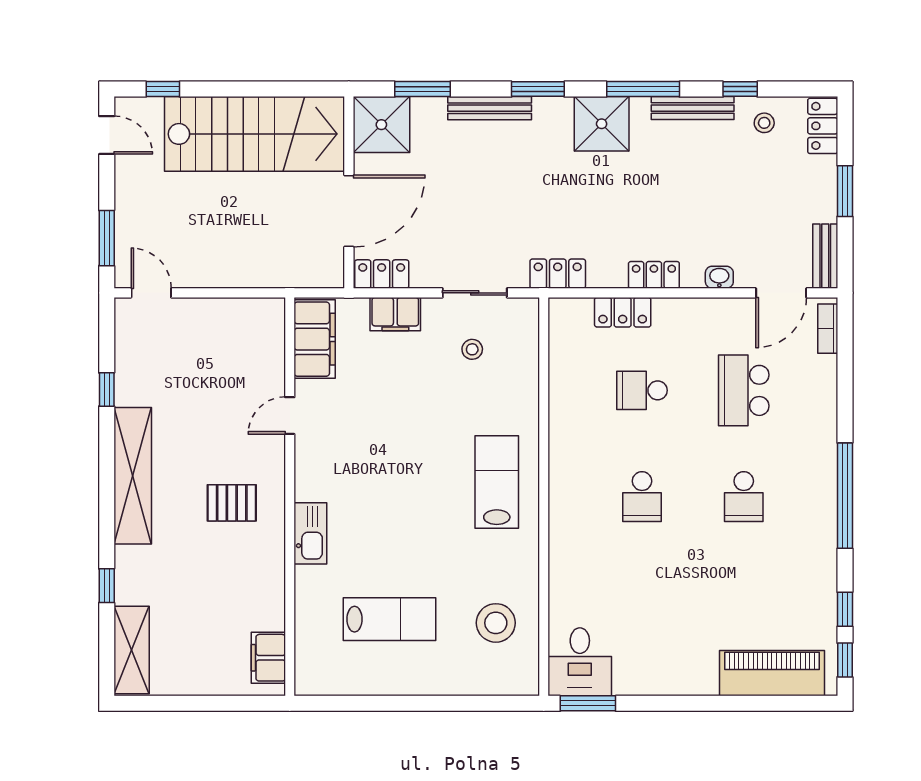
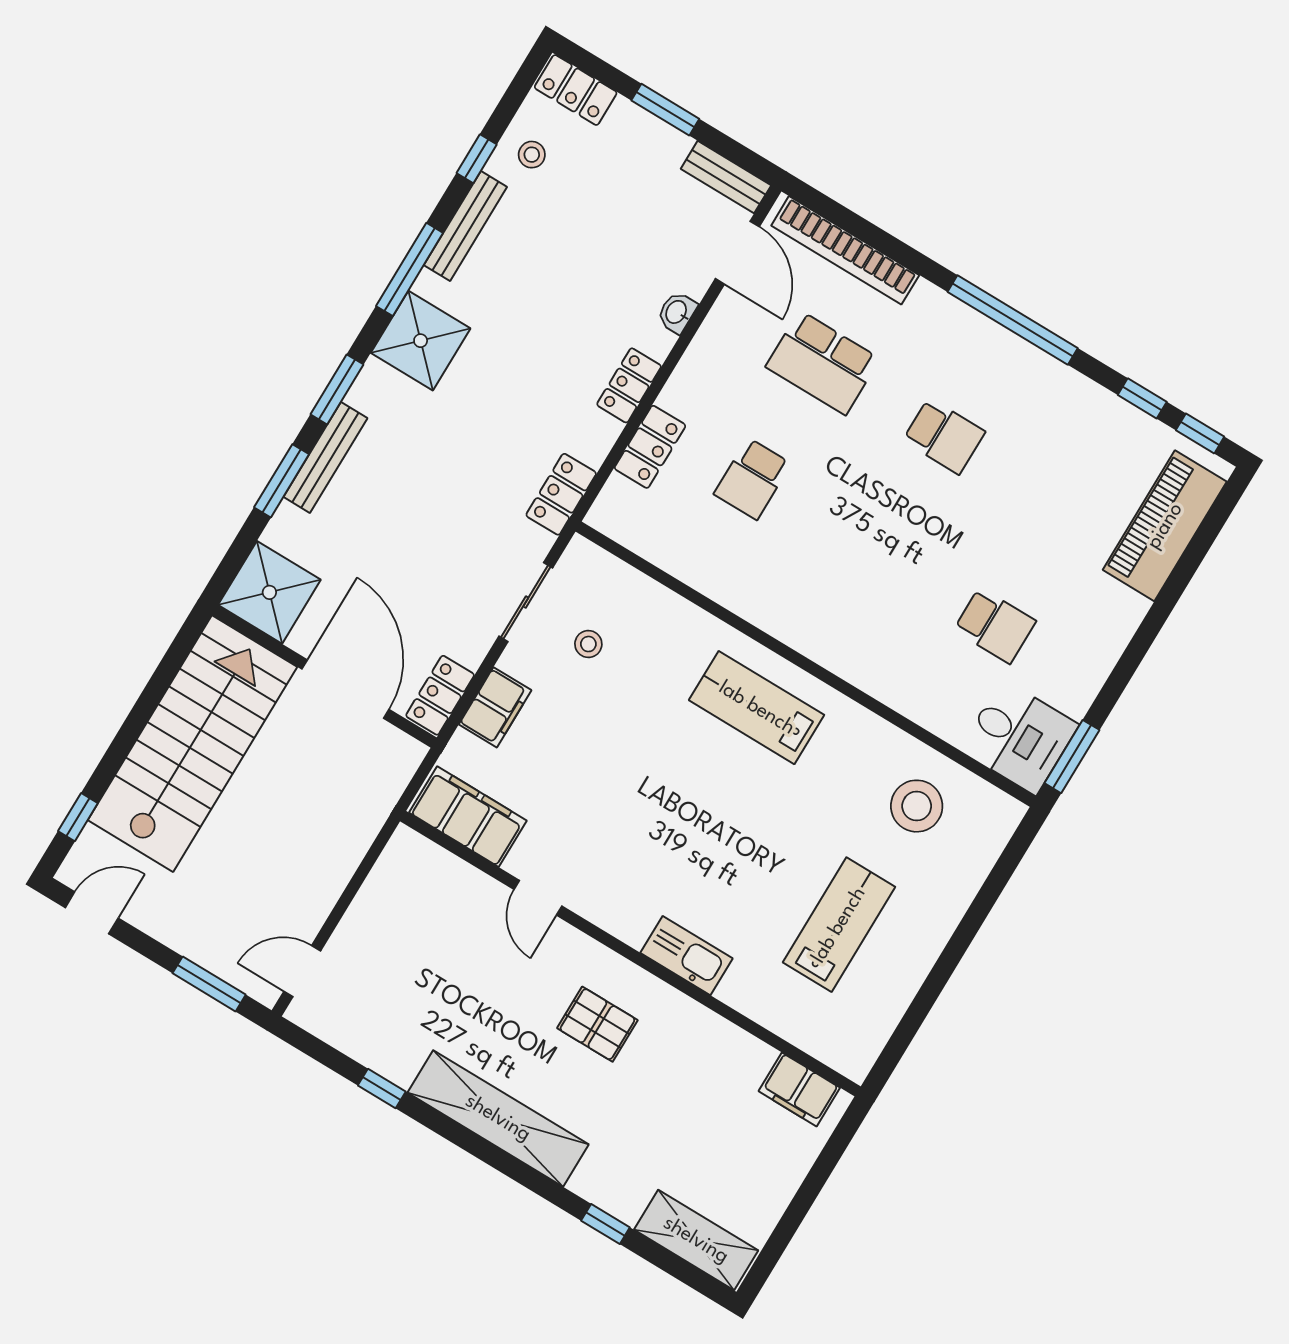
window: (422, 89) -> (282, 481), moved
bookcase: (828, 329) -> (845, 250), width x2.31, depth x1.31
school desk: (642, 497) -> (995, 625), moved
pallet: (232, 503) -> (597, 1024), turned 90

